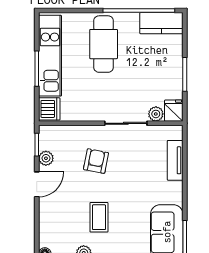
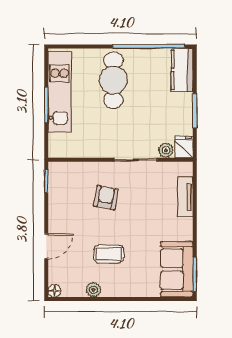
kitchen counter: (161, 23) -> (182, 70), moved, turned 90
dishwasher: (49, 109) -> (59, 145), removed
plant: (46, 158) -> (56, 195), removed
door: (37, 184) -> (46, 246), moved
coffee table: (99, 217) -> (109, 254), turned 90

